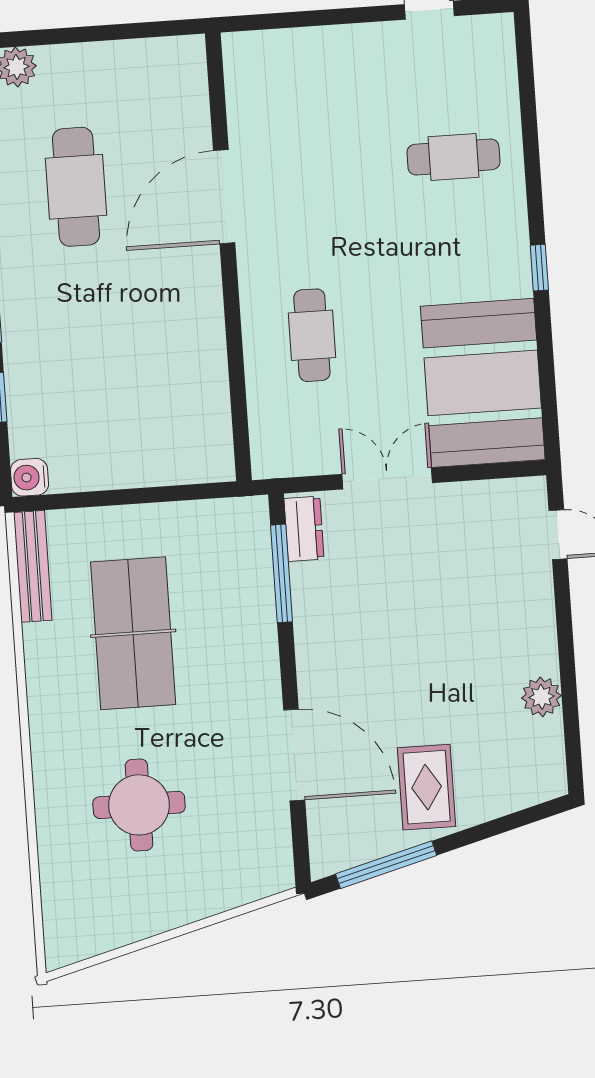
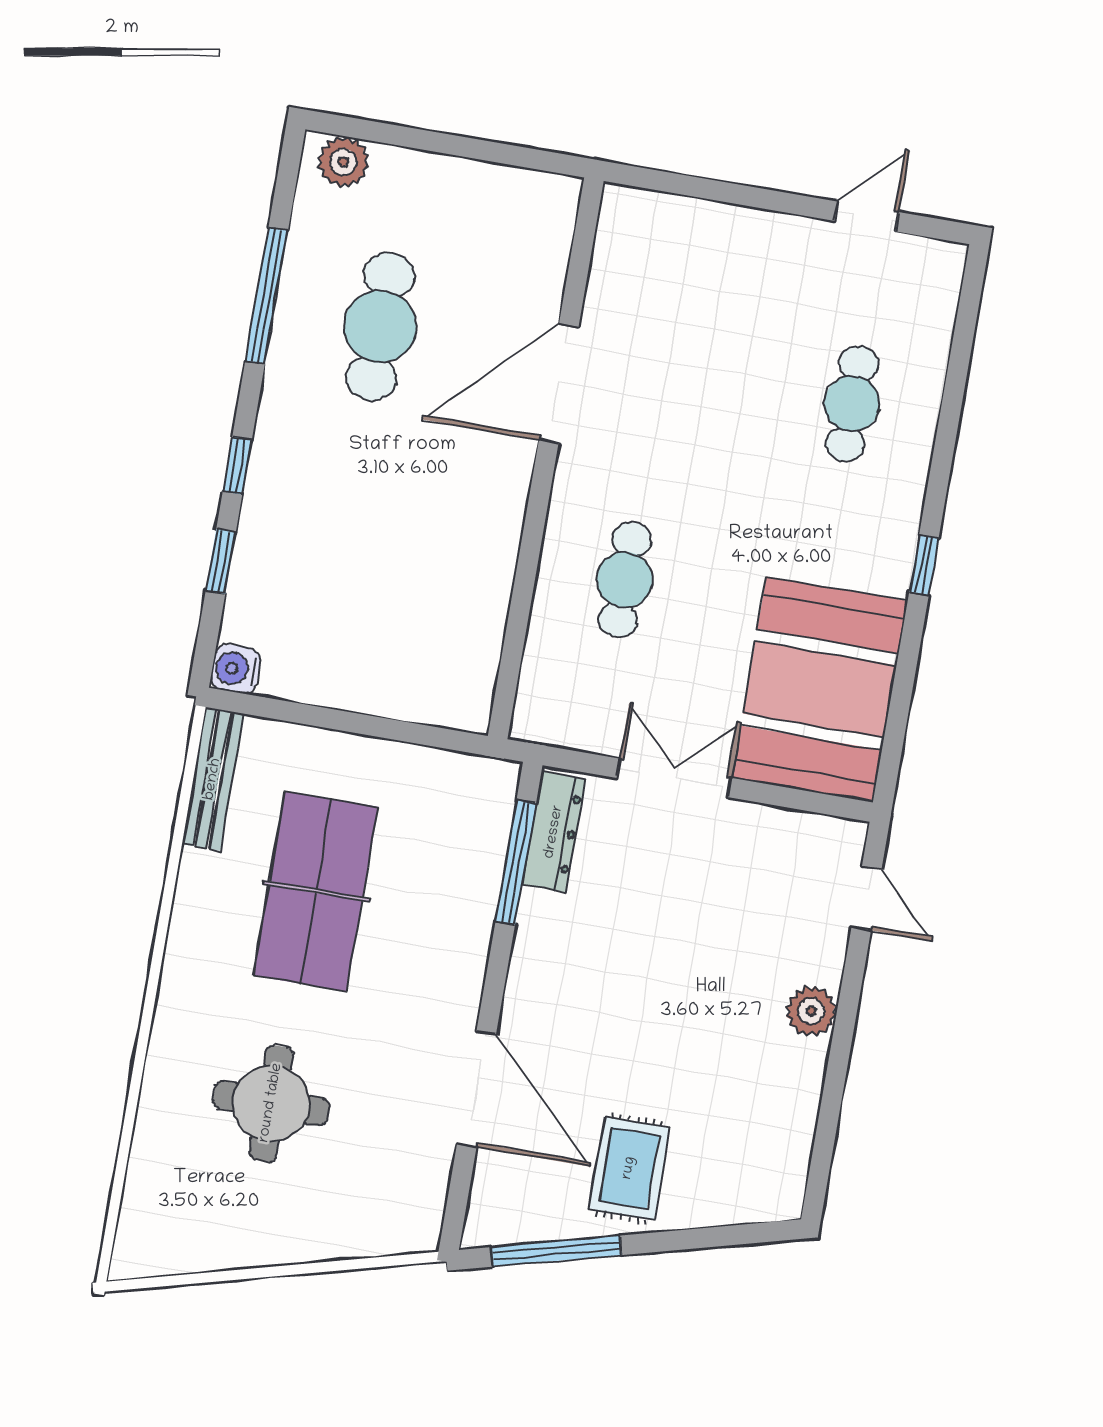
cafe table: (453, 157) -> (852, 404), turned 90
dresser: (304, 529) -> (554, 832), width x1.44
plant: (541, 697) -> (811, 1011), moved

